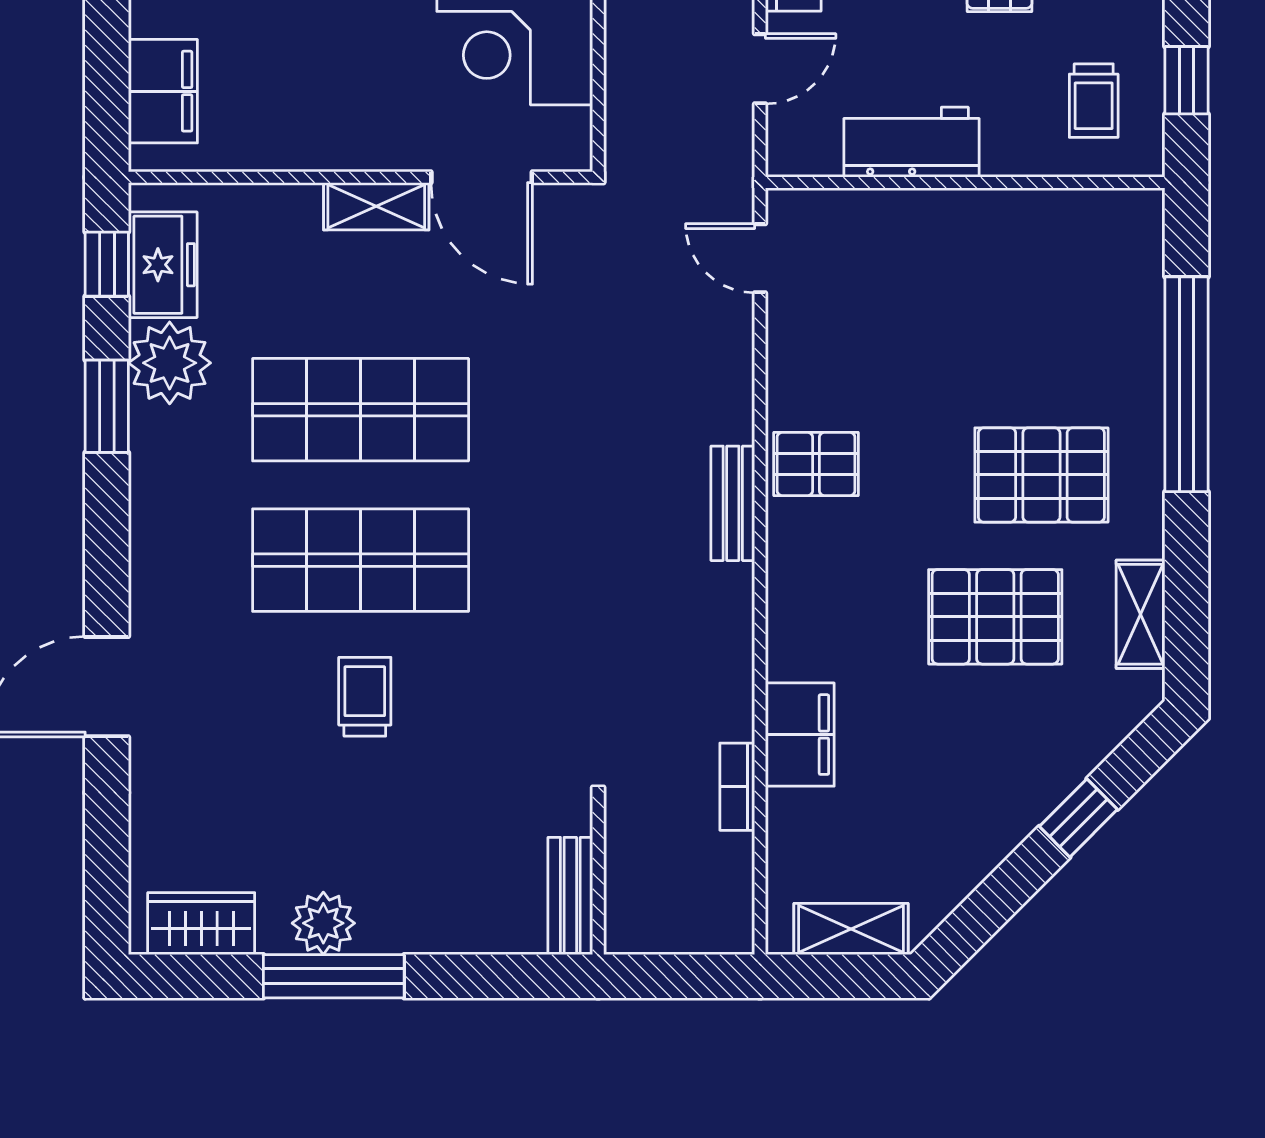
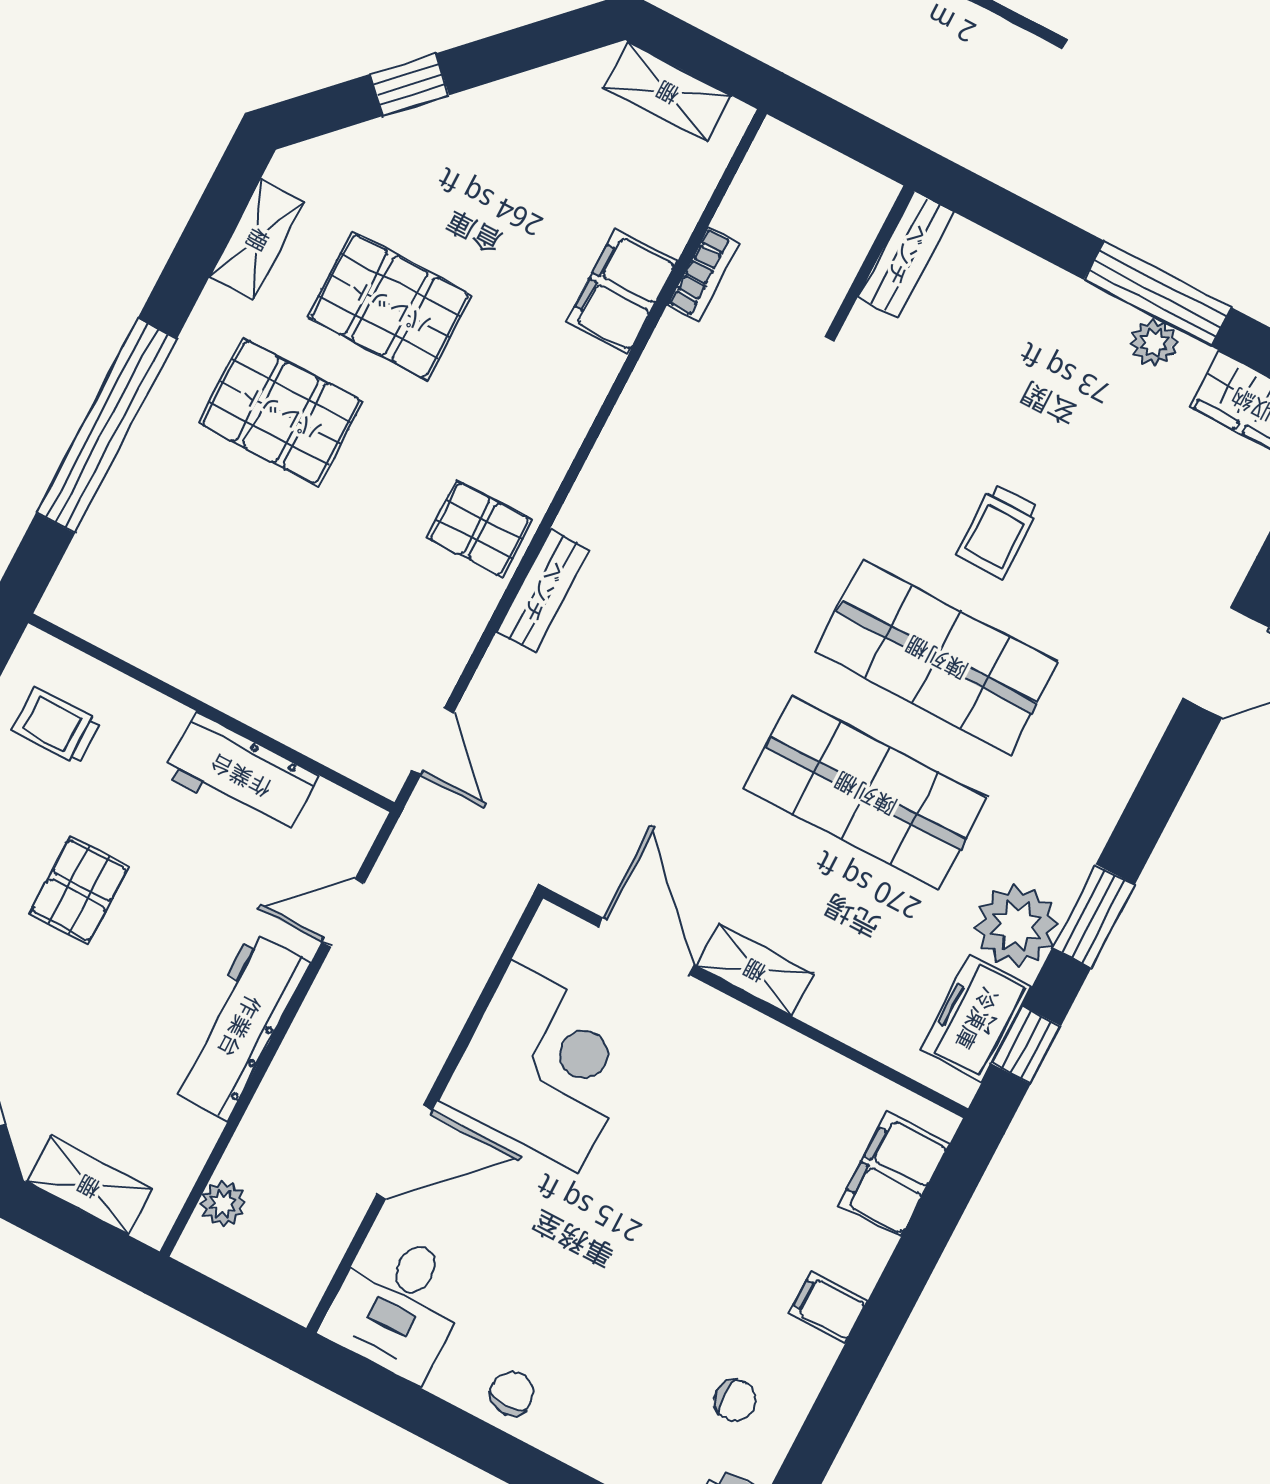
trolley: (1094, 101) -> (56, 726), turned -90
bench: (733, 503) -> (543, 591), moved
plant: (323, 923) -> (1154, 343), width x0.73, depth x0.73

